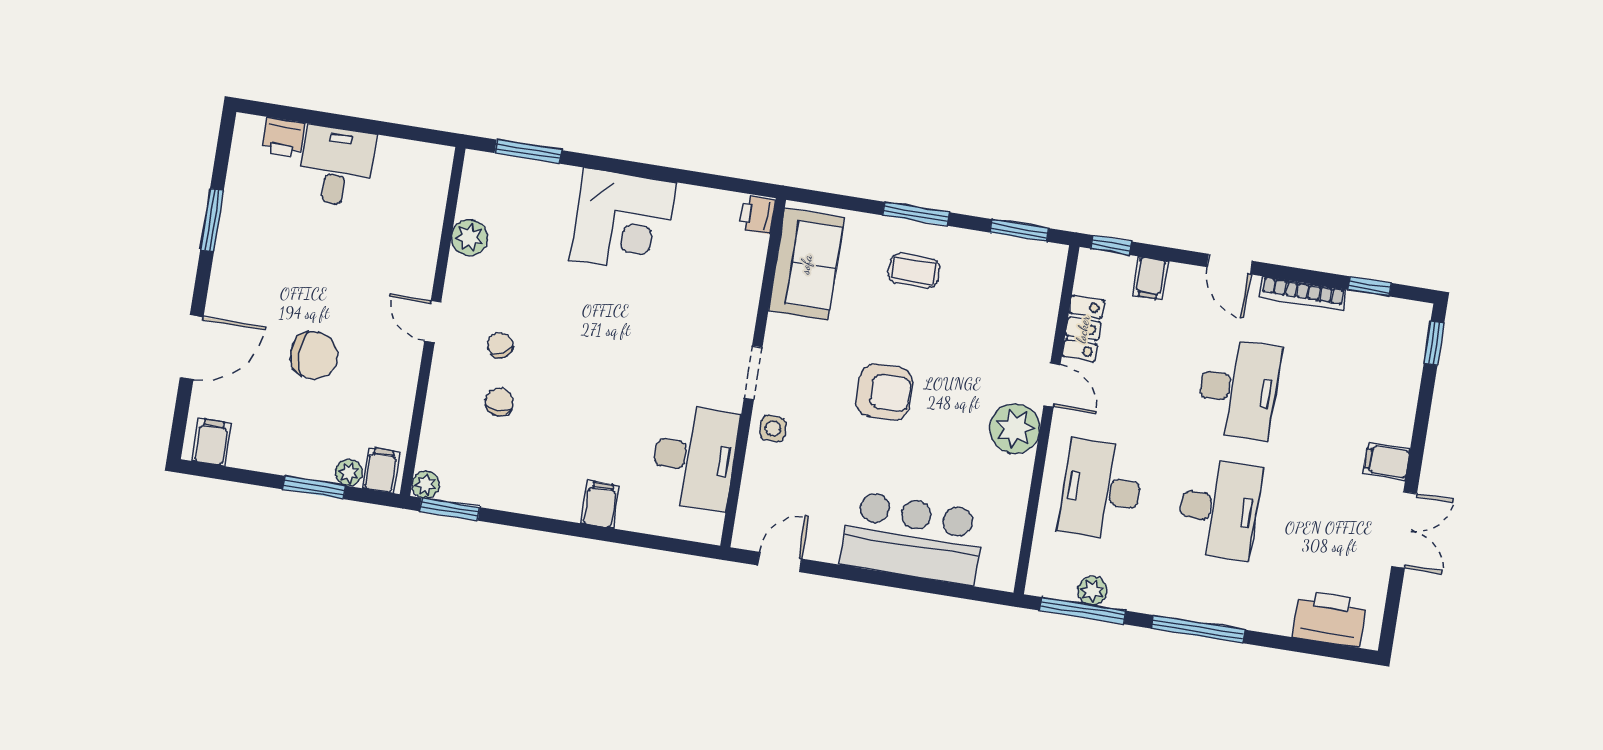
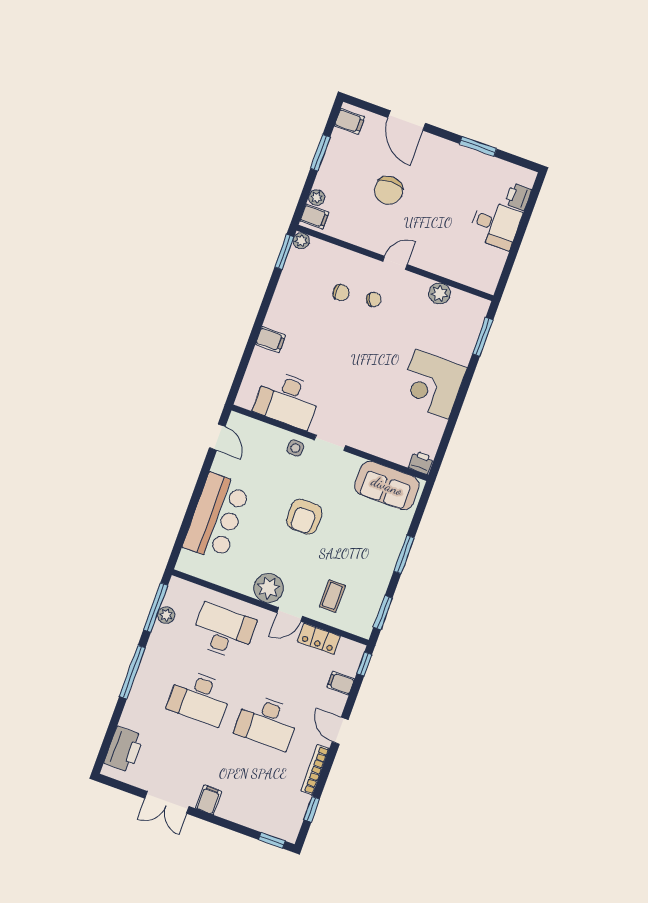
door: (1230, 264) -> (340, 731), hinge flipped
coffee table: (914, 271) -> (332, 596), moved
window: (314, 487) -> (320, 153), moved

